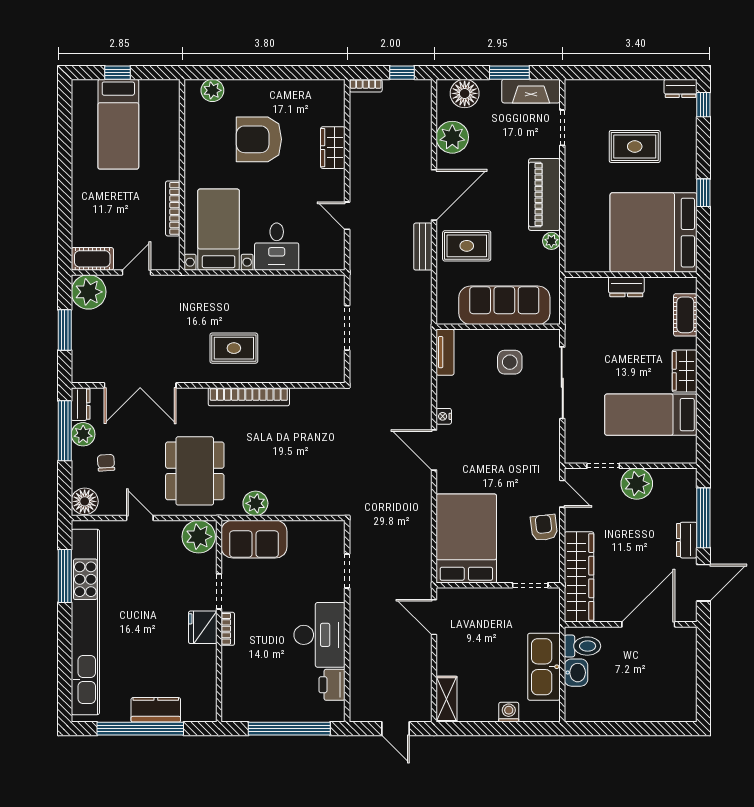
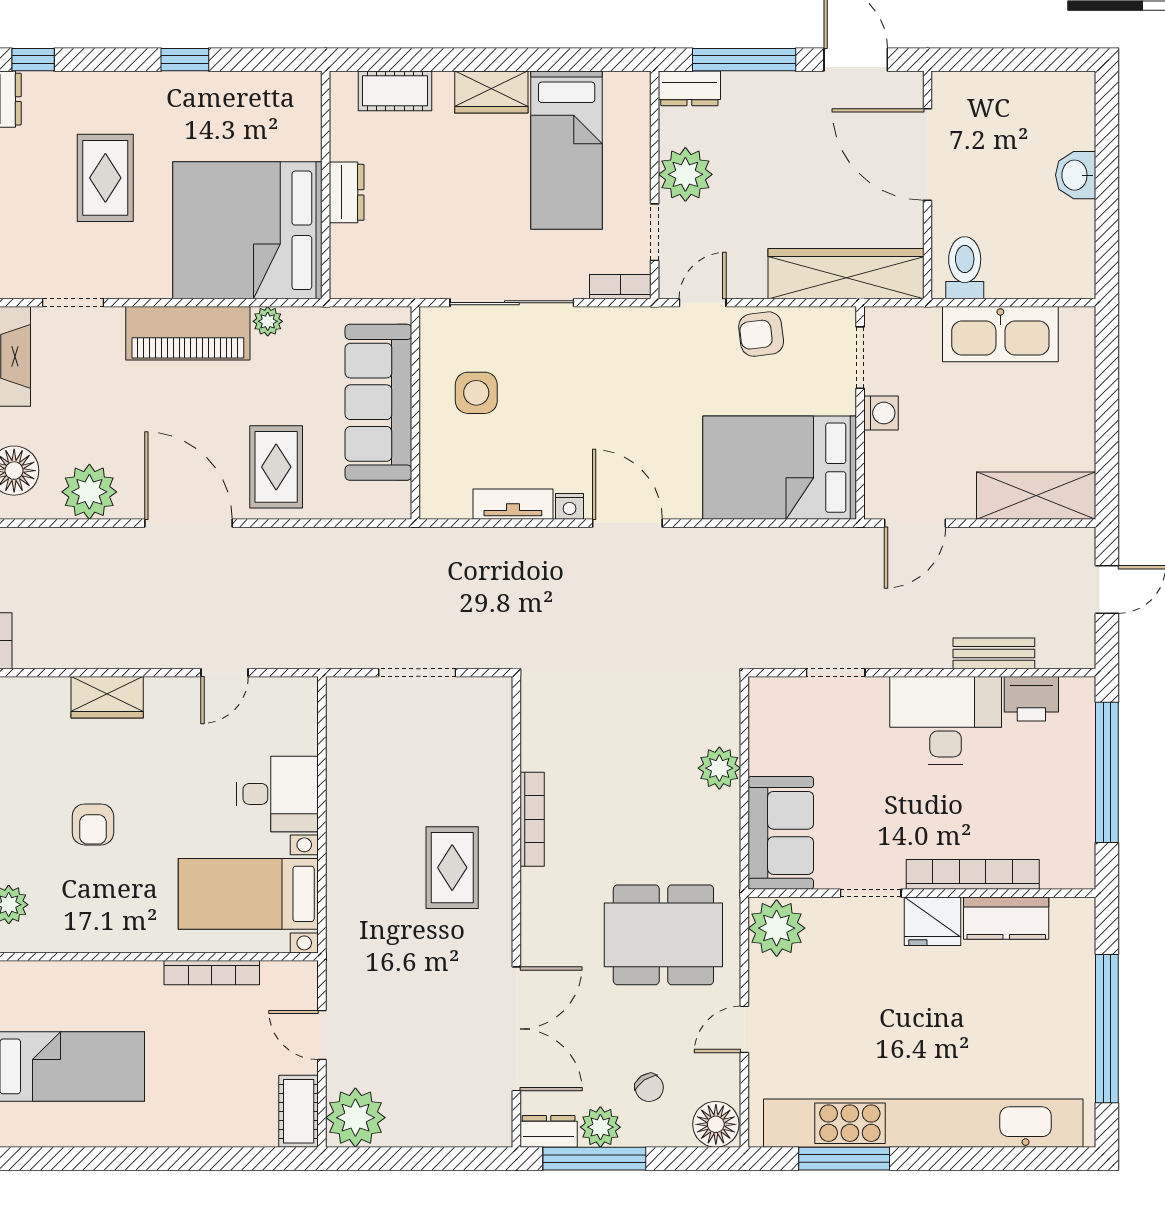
armchair: (259, 139) -> (93, 824), width x0.53, depth x0.53
bed: (654, 233) -> (247, 230), moved, turned 90
bench: (423, 247) -> (994, 653), moved
window: (65, 330) -> (421, 1159), removed
tv unit: (445, 352) -> (513, 504), moved
bookcase: (249, 397) -> (532, 819), width x0.68, depth x0.76
bookcase: (571, 446) -> (620, 287), added
door: (434, 450) -> (627, 523), swing flipped
chair: (106, 463) -> (649, 1088), turned -120
plant: (255, 503) -> (719, 768), moved
dresser: (687, 540) -> (689, 88), moved
bookcase: (228, 629) -> (973, 874), width x2.31, depth x1.31
washbasin: (576, 673) -> (1076, 175), moved, turned -90
shelving: (447, 699) -> (1036, 496), width x1.50, depth x1.33
kitchen counter: (156, 710) -> (1006, 918), moved, turned -90
washing machine: (509, 712) -> (881, 413), moved, turned 180

